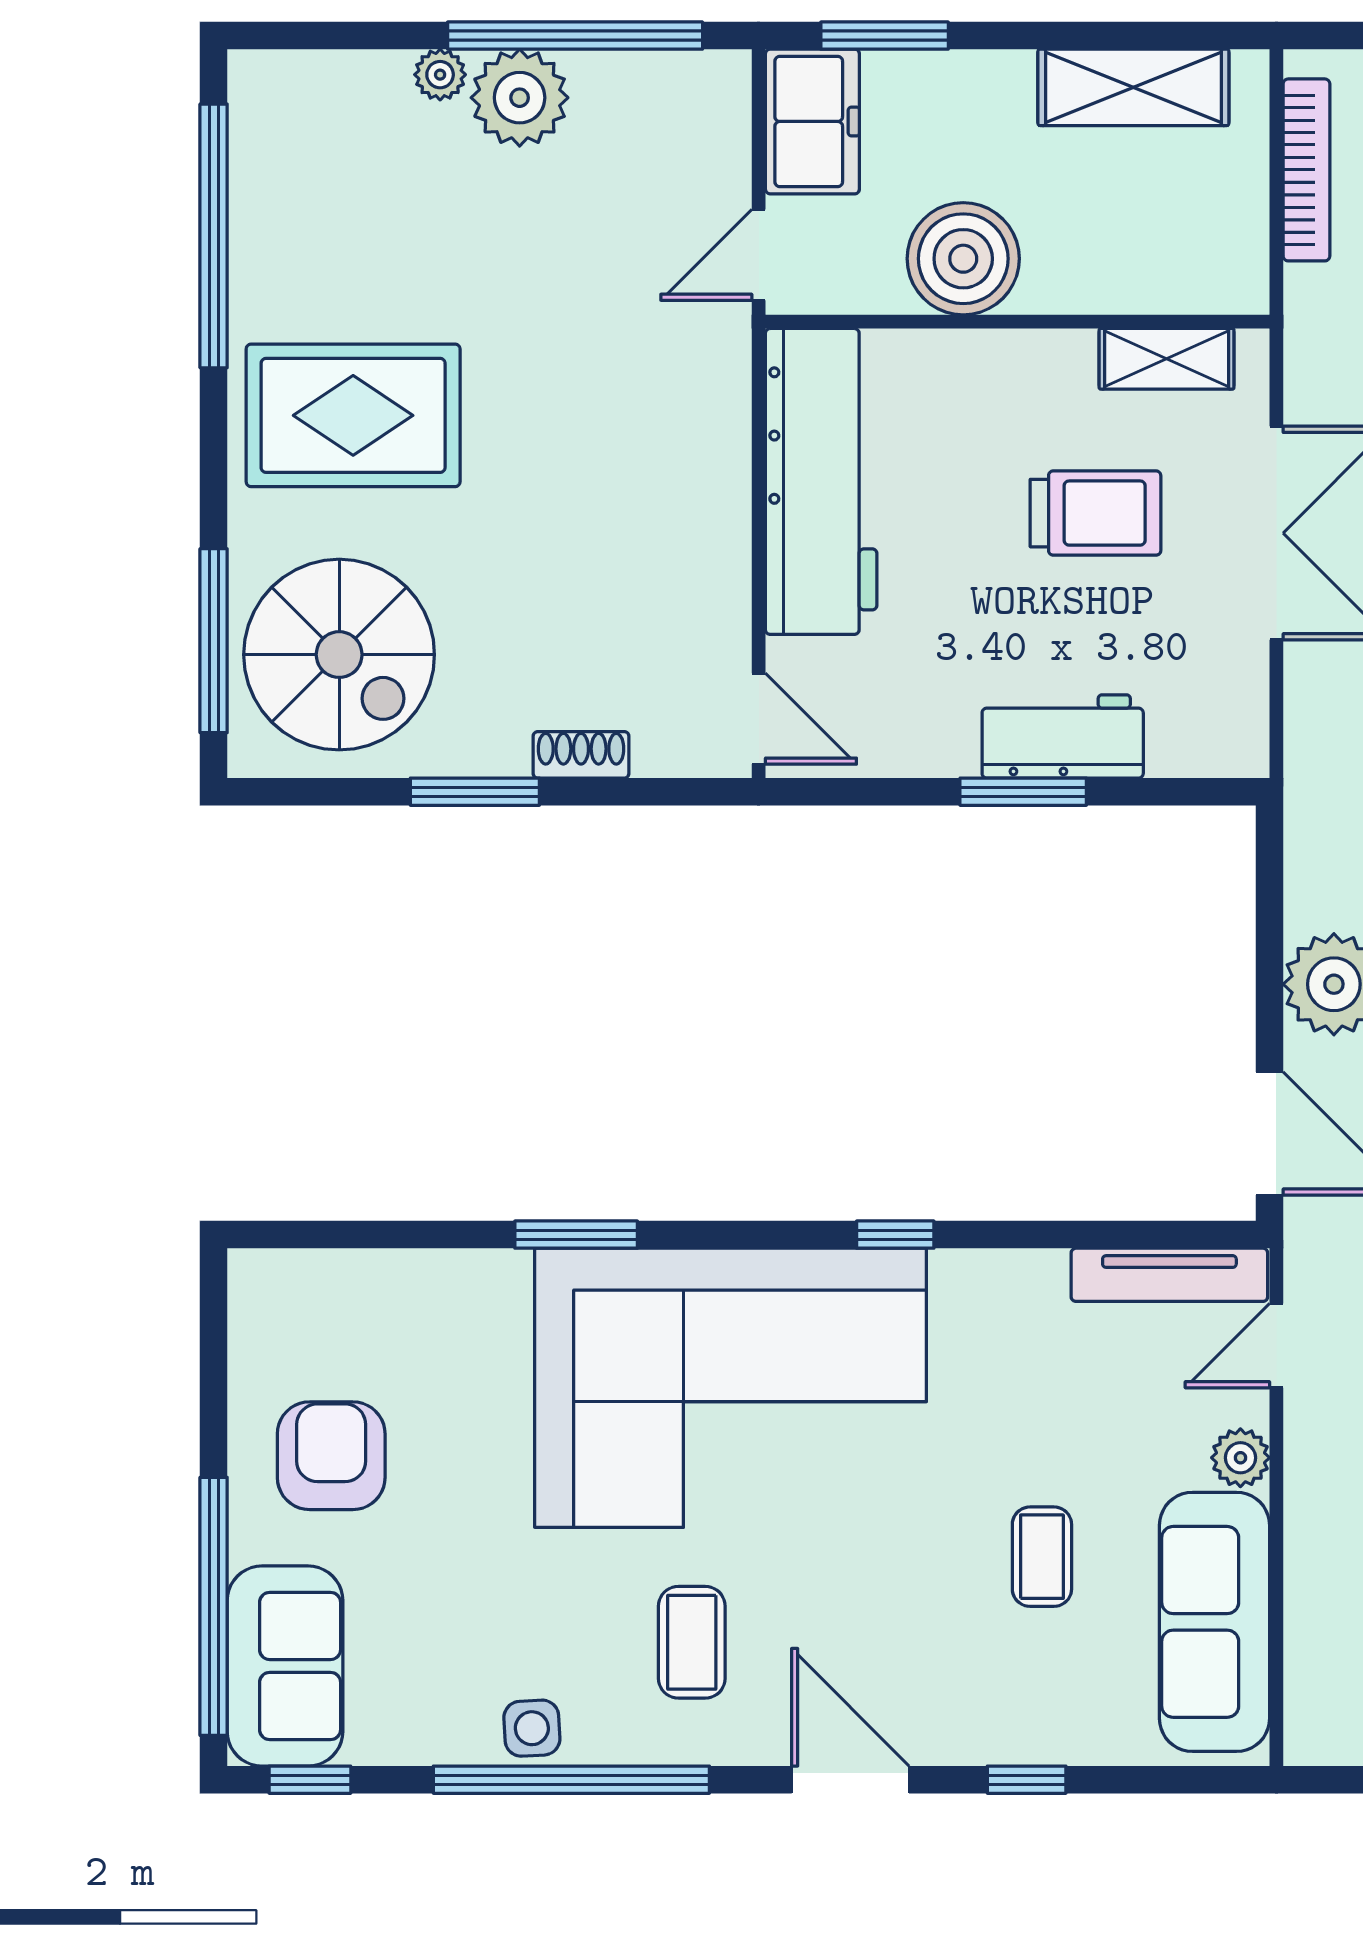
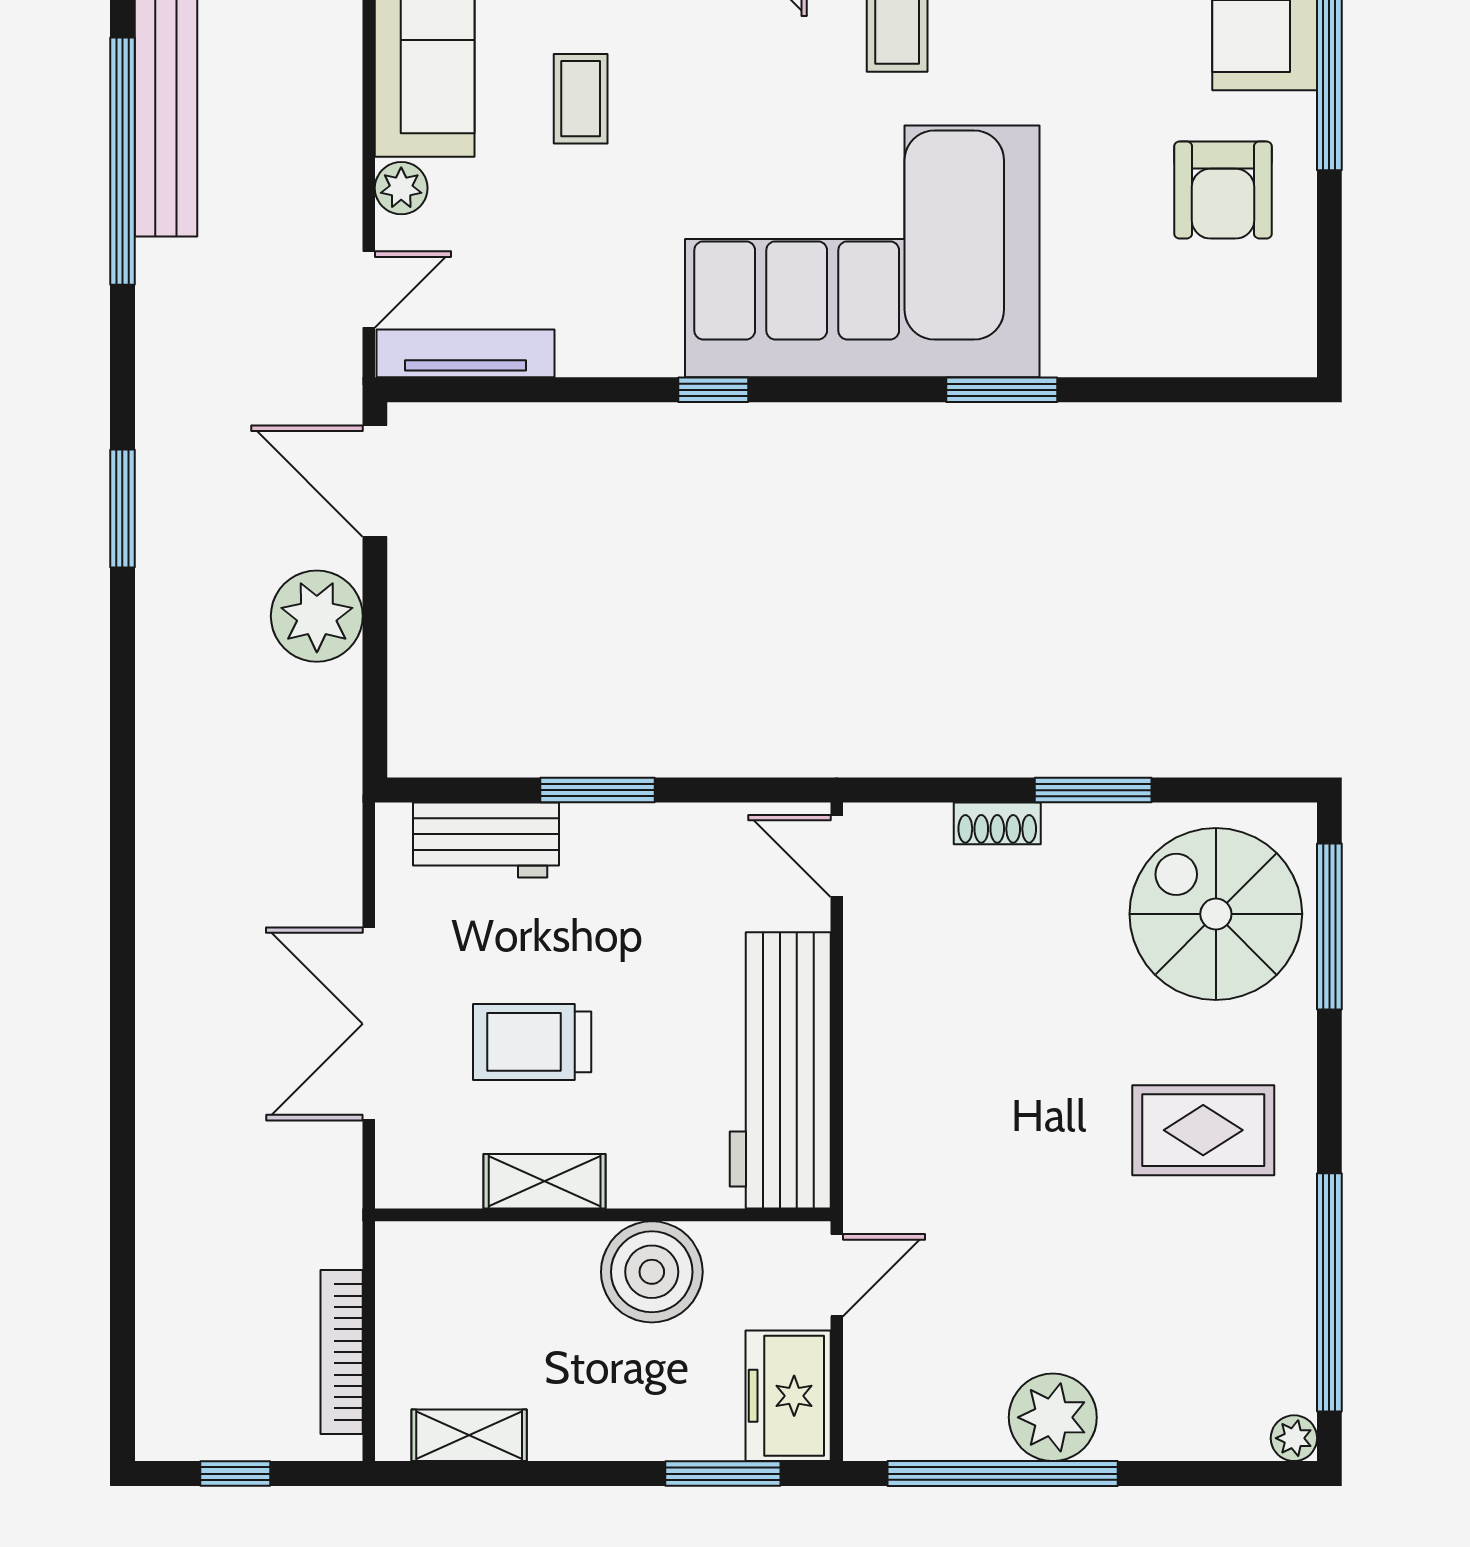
plant: (440, 75) -> (1294, 1438), moved
shelving: (1133, 87) -> (469, 1435), width x0.67, depth x0.75
shelving: (1167, 359) -> (545, 1181), moved
rug: (353, 415) -> (1203, 1130), width x0.73, depth x0.70
workbench: (1063, 736) -> (486, 840), moved

